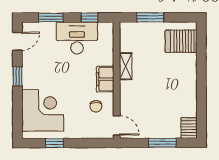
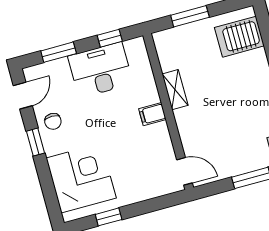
filing cabinet: (105, 79) -> (152, 114), width x0.50
chair: (96, 106) -> (53, 121), moved

